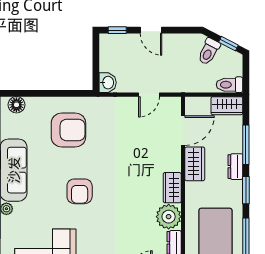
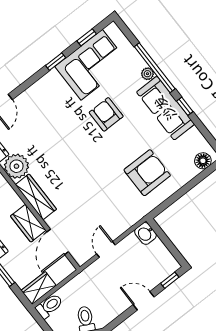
armchair: (68, 130) -> (147, 173), turned 180
wardrobe: (172, 188) -> (36, 197), width x1.50
armchair: (80, 191) -> (106, 114), moved

